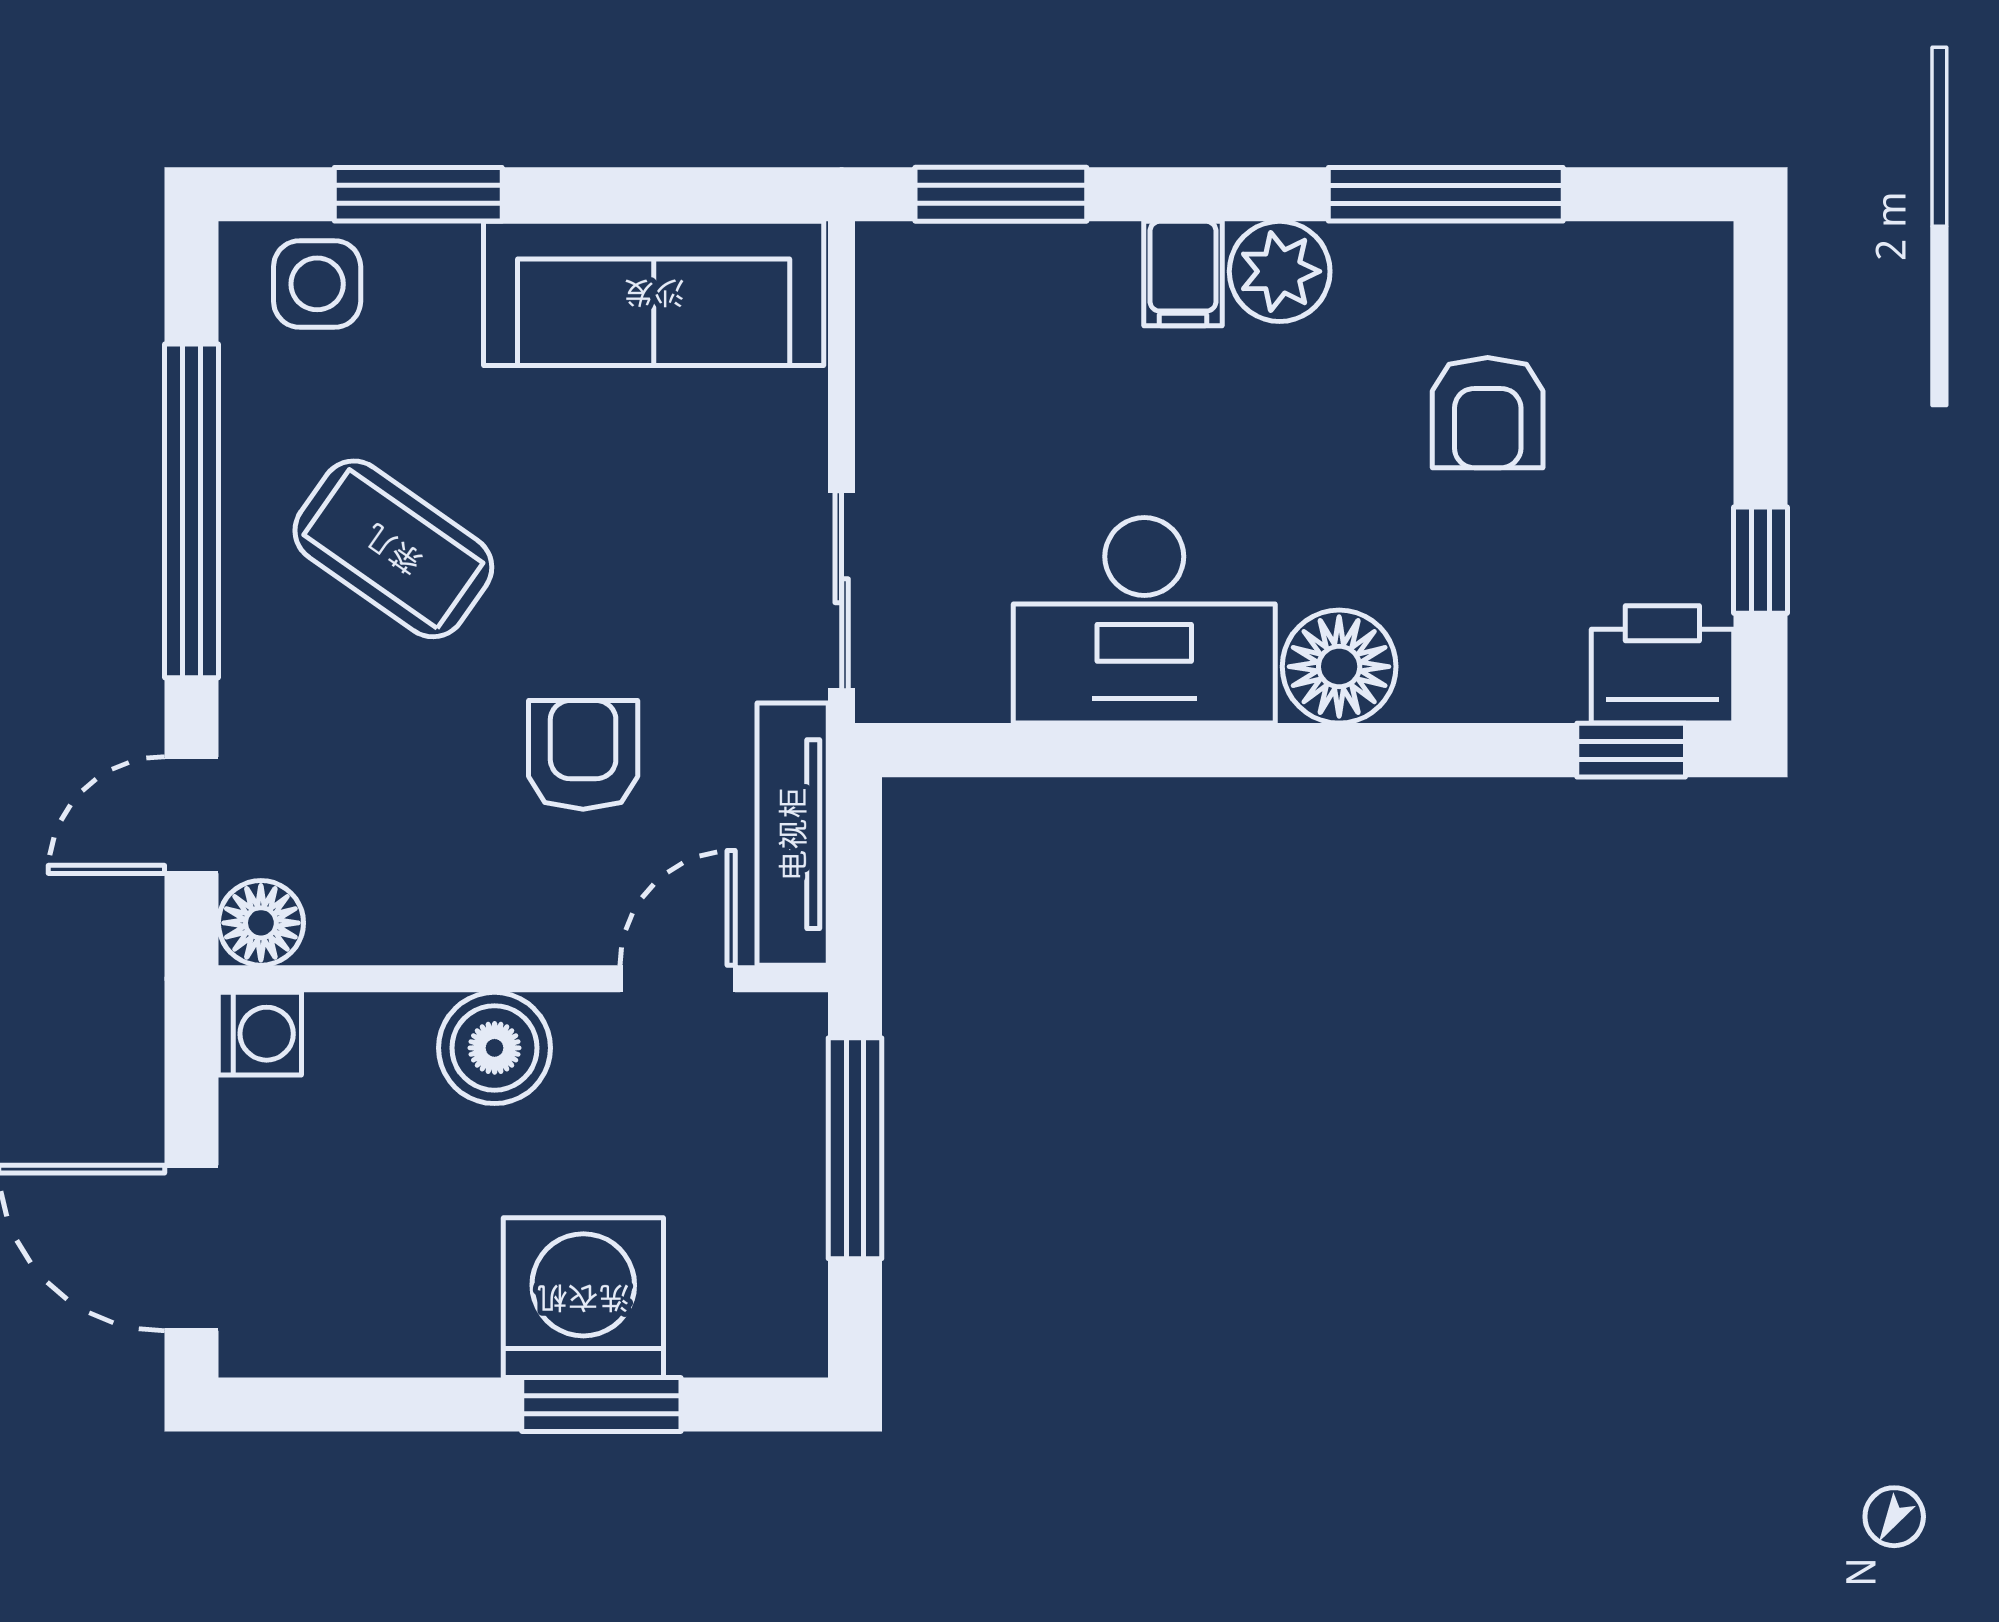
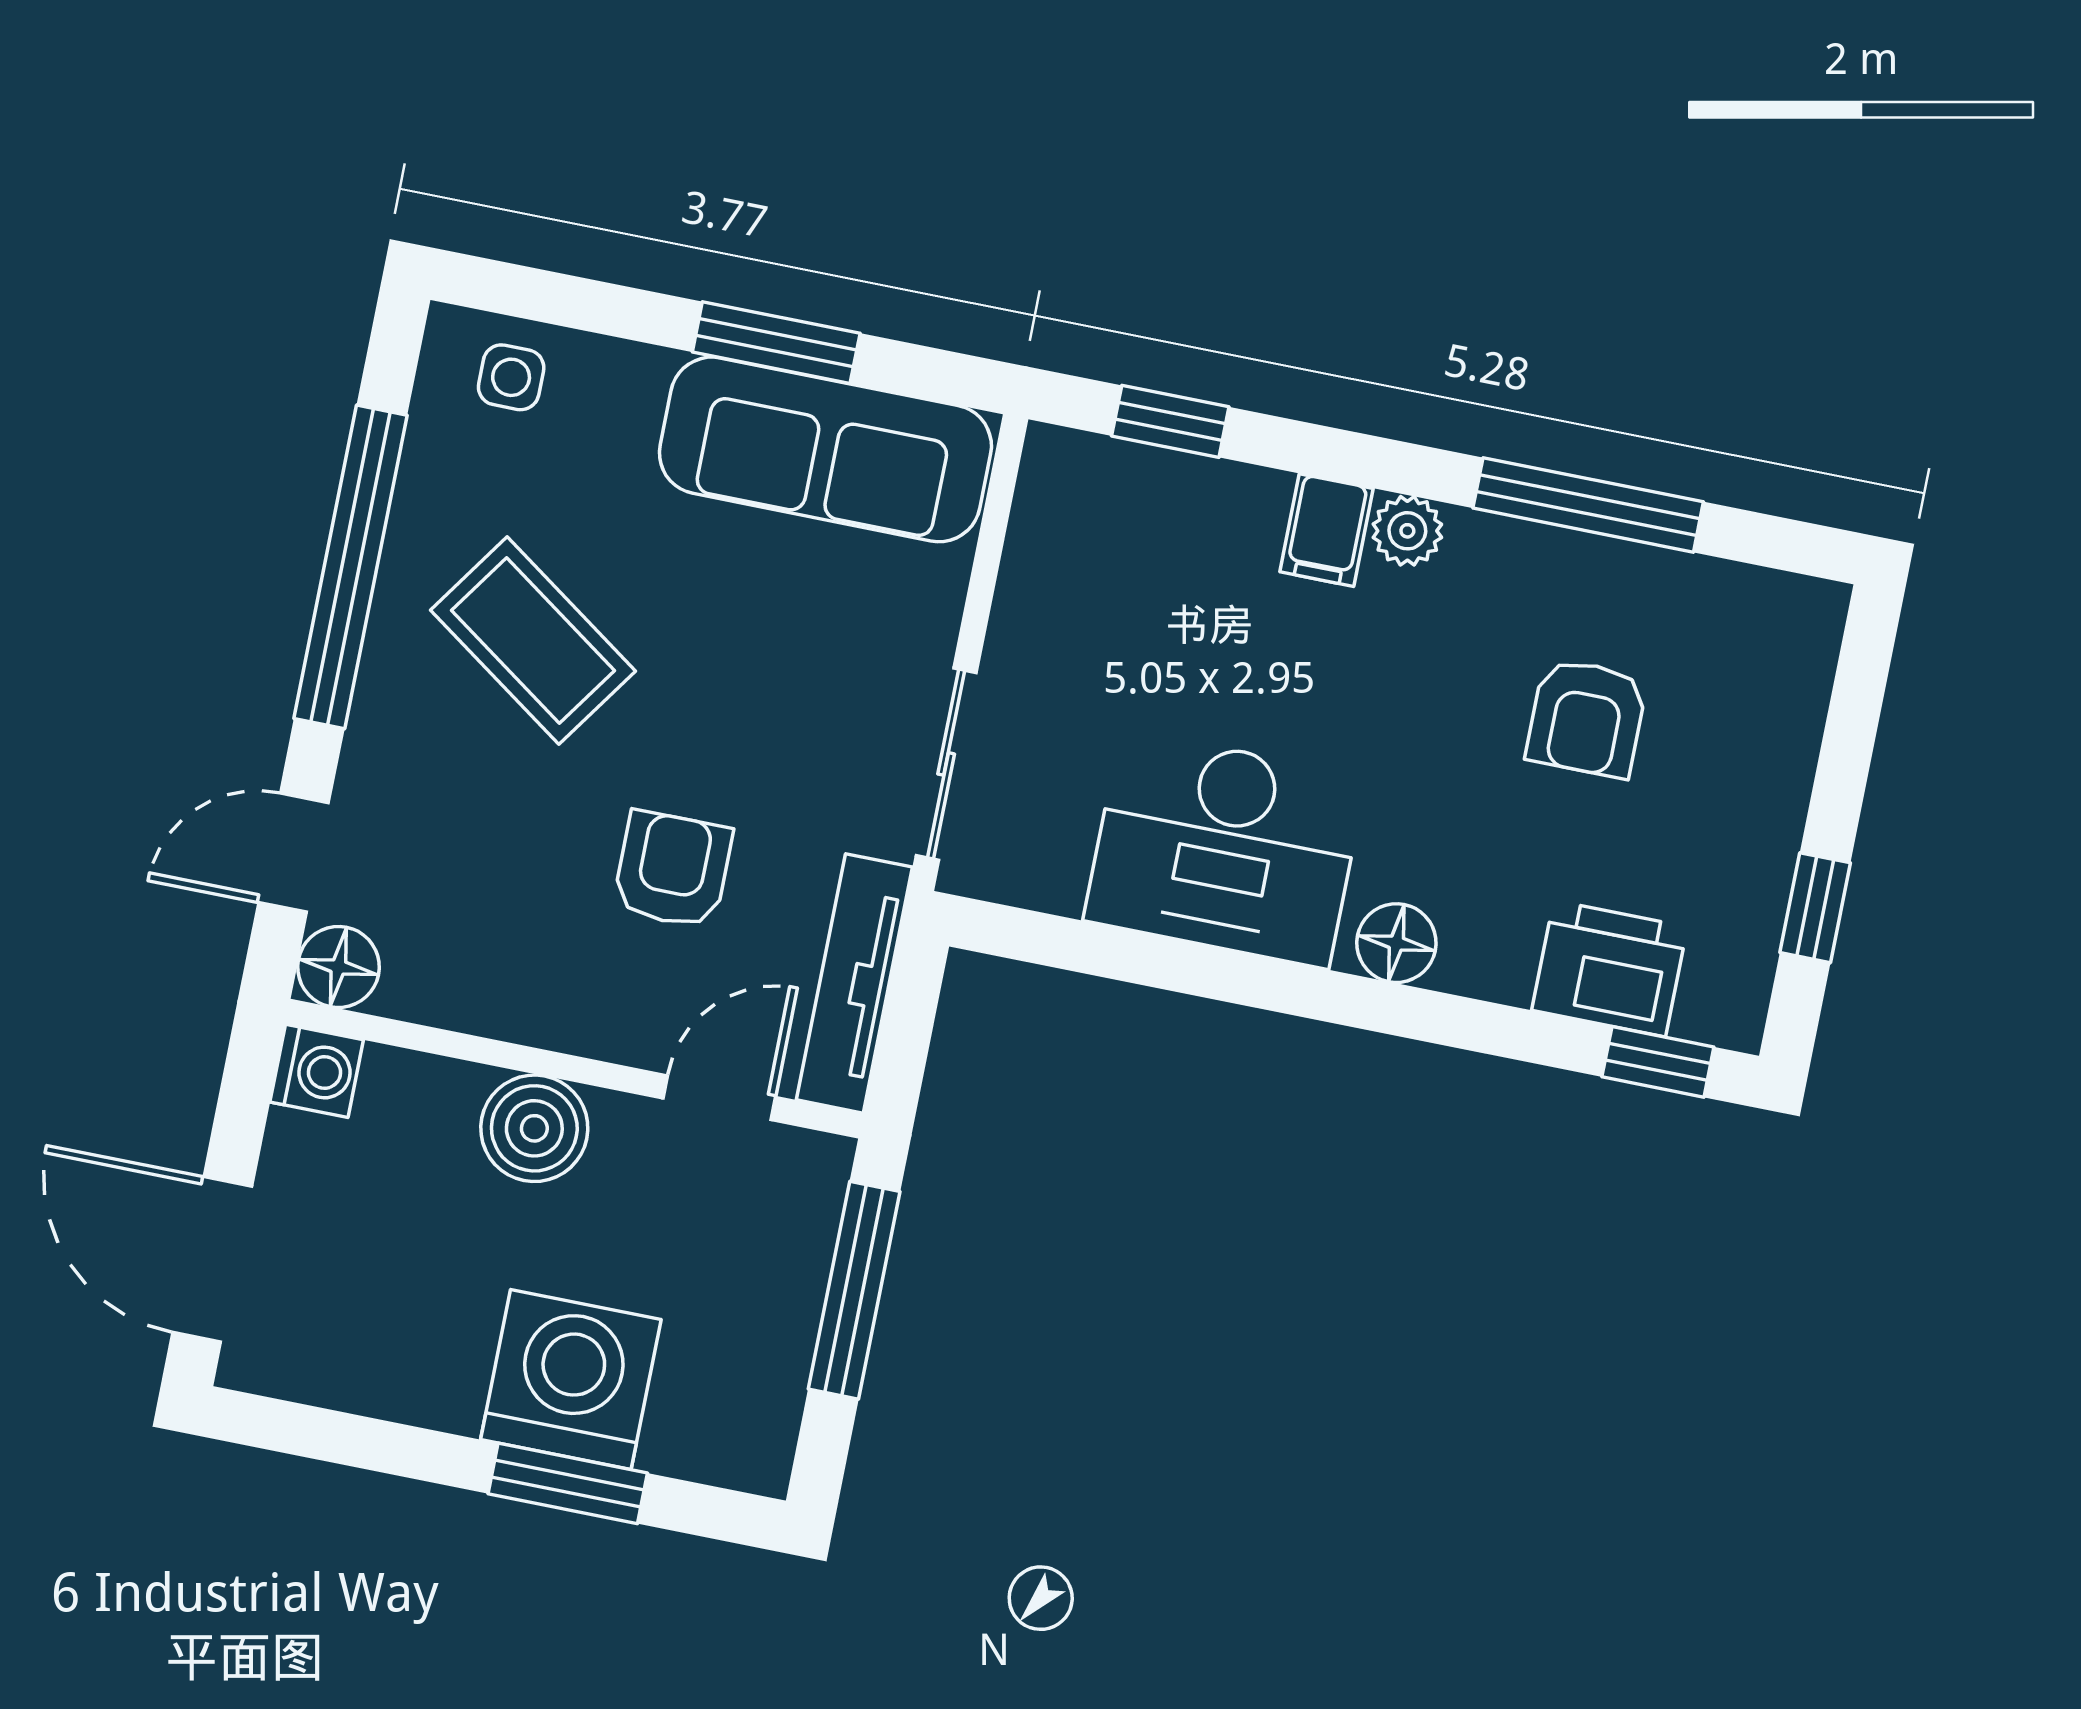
window: (418, 194) -> (776, 343), moved
window: (1001, 194) -> (1170, 421), width x0.67
plant: (1280, 271) -> (1407, 531), width x0.73, depth x0.73
side table: (317, 284) -> (511, 377), width x0.73, depth x0.73
printer: (1662, 664) -> (1610, 969), moved
floor lamp: (1339, 667) -> (1396, 943), width x0.73, depth x0.73

